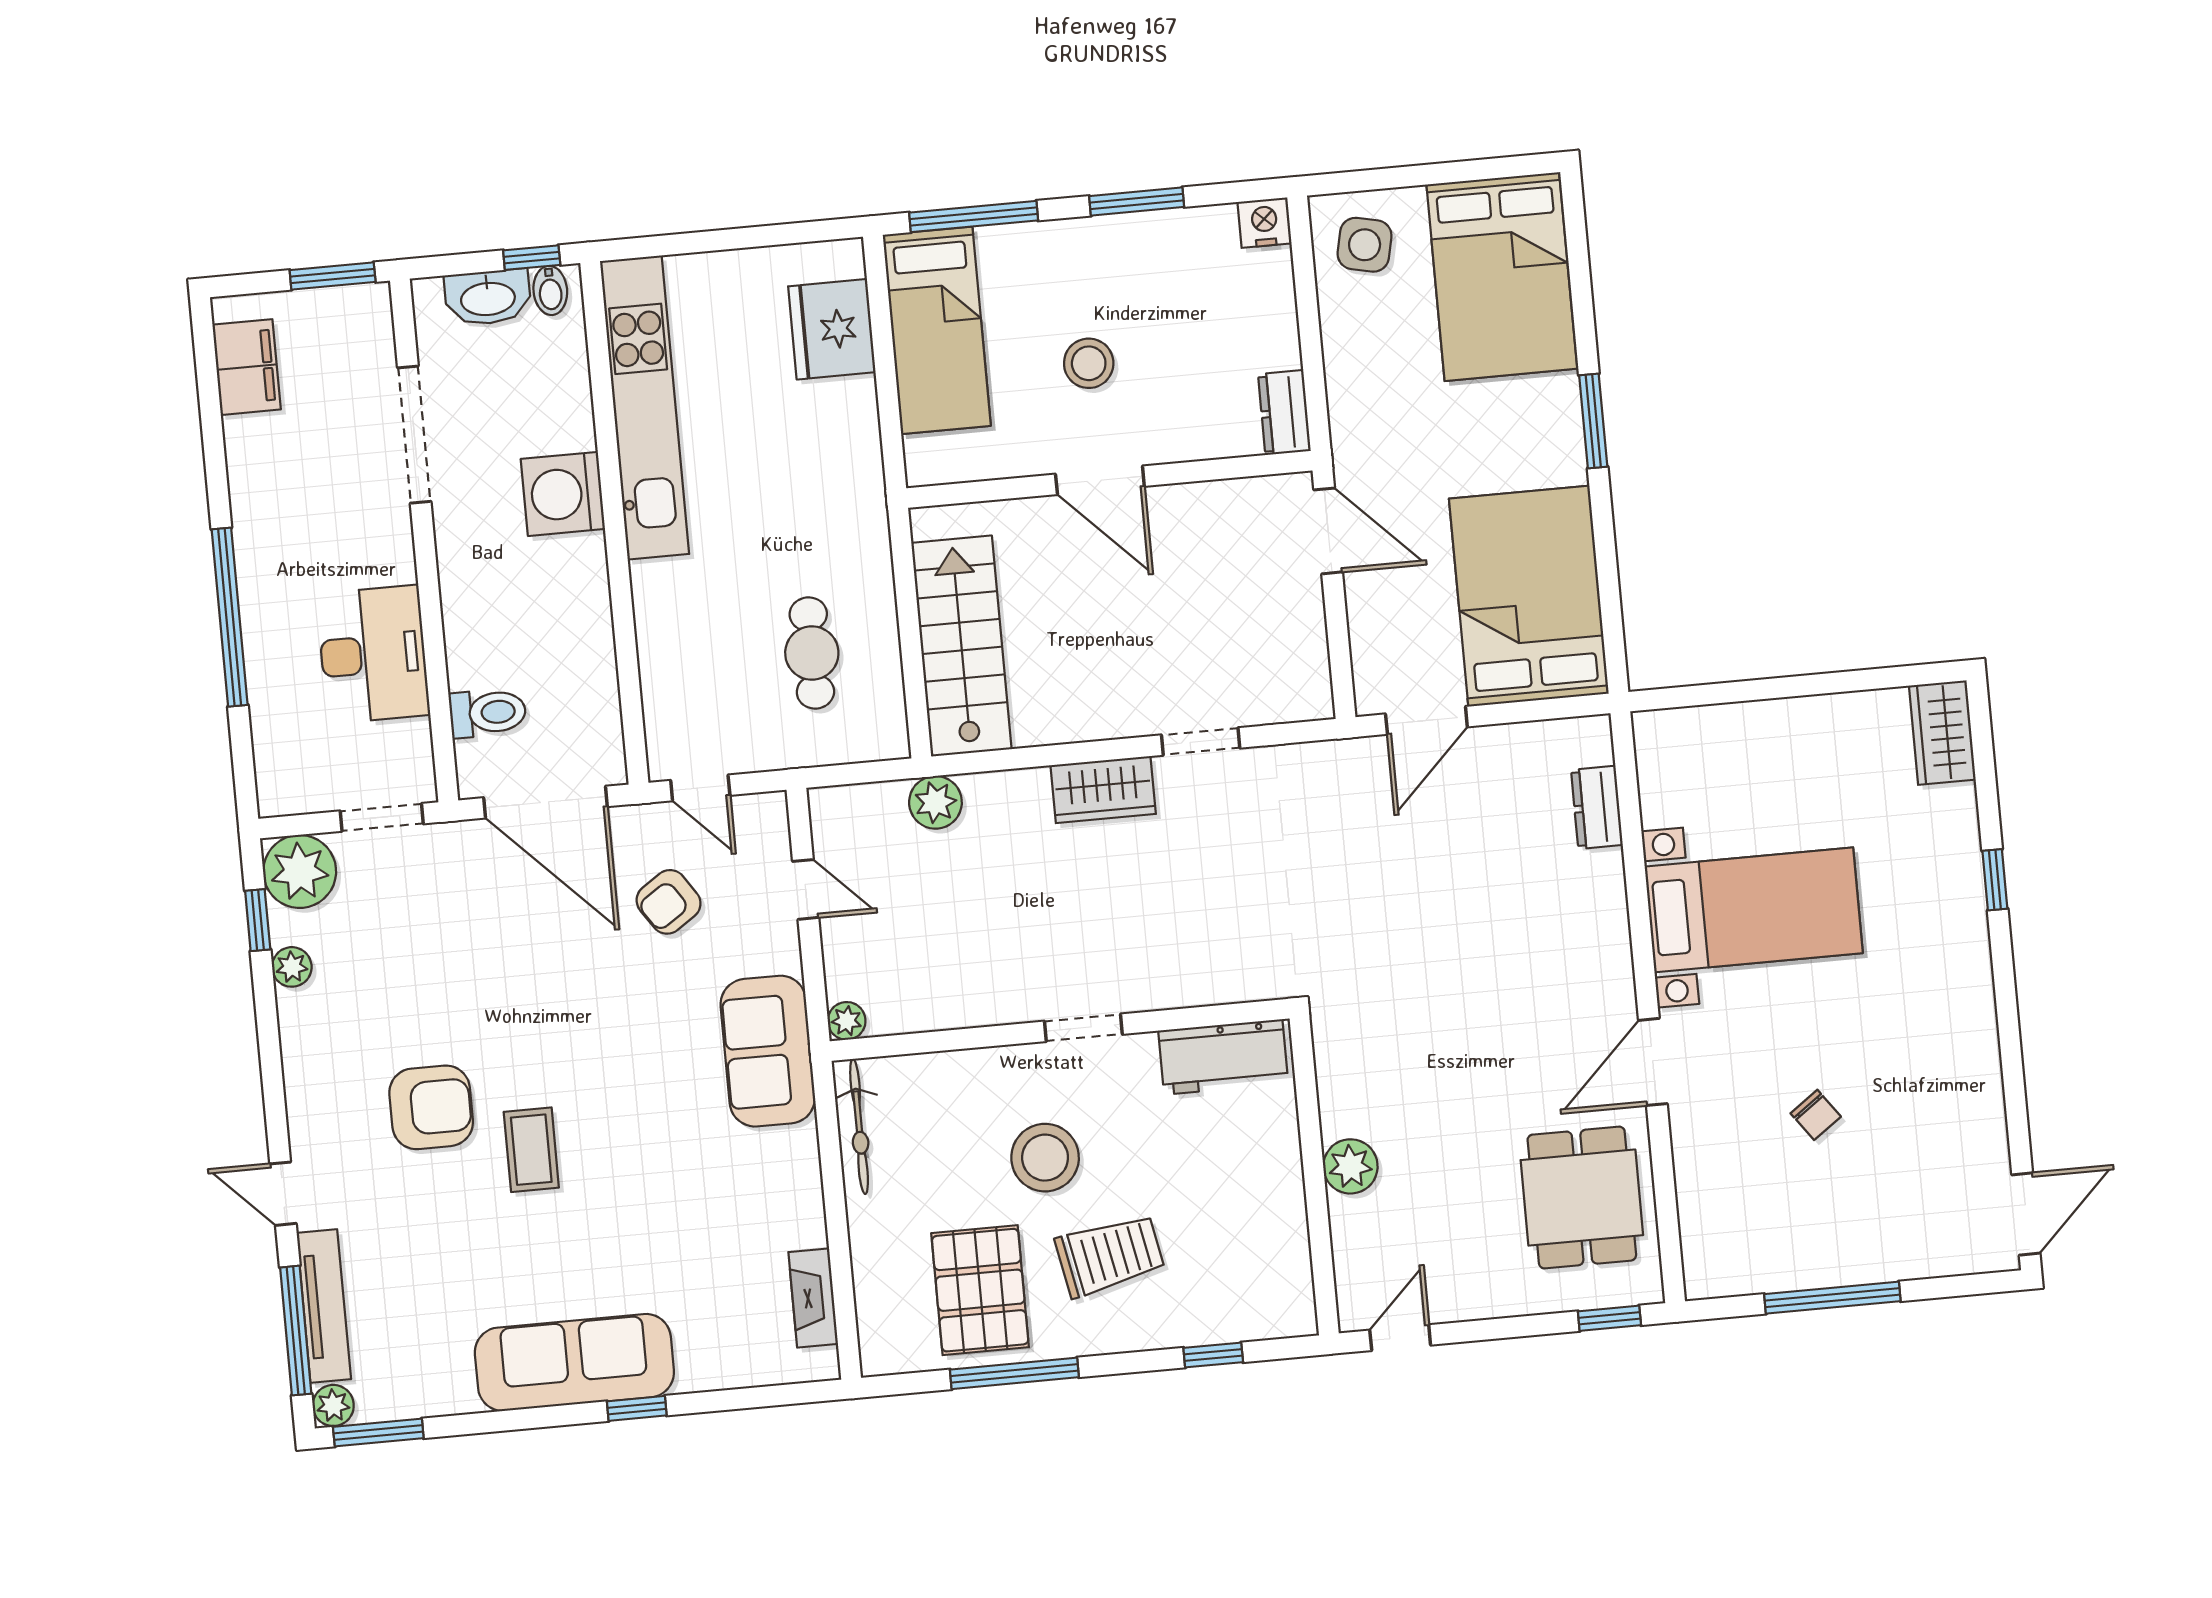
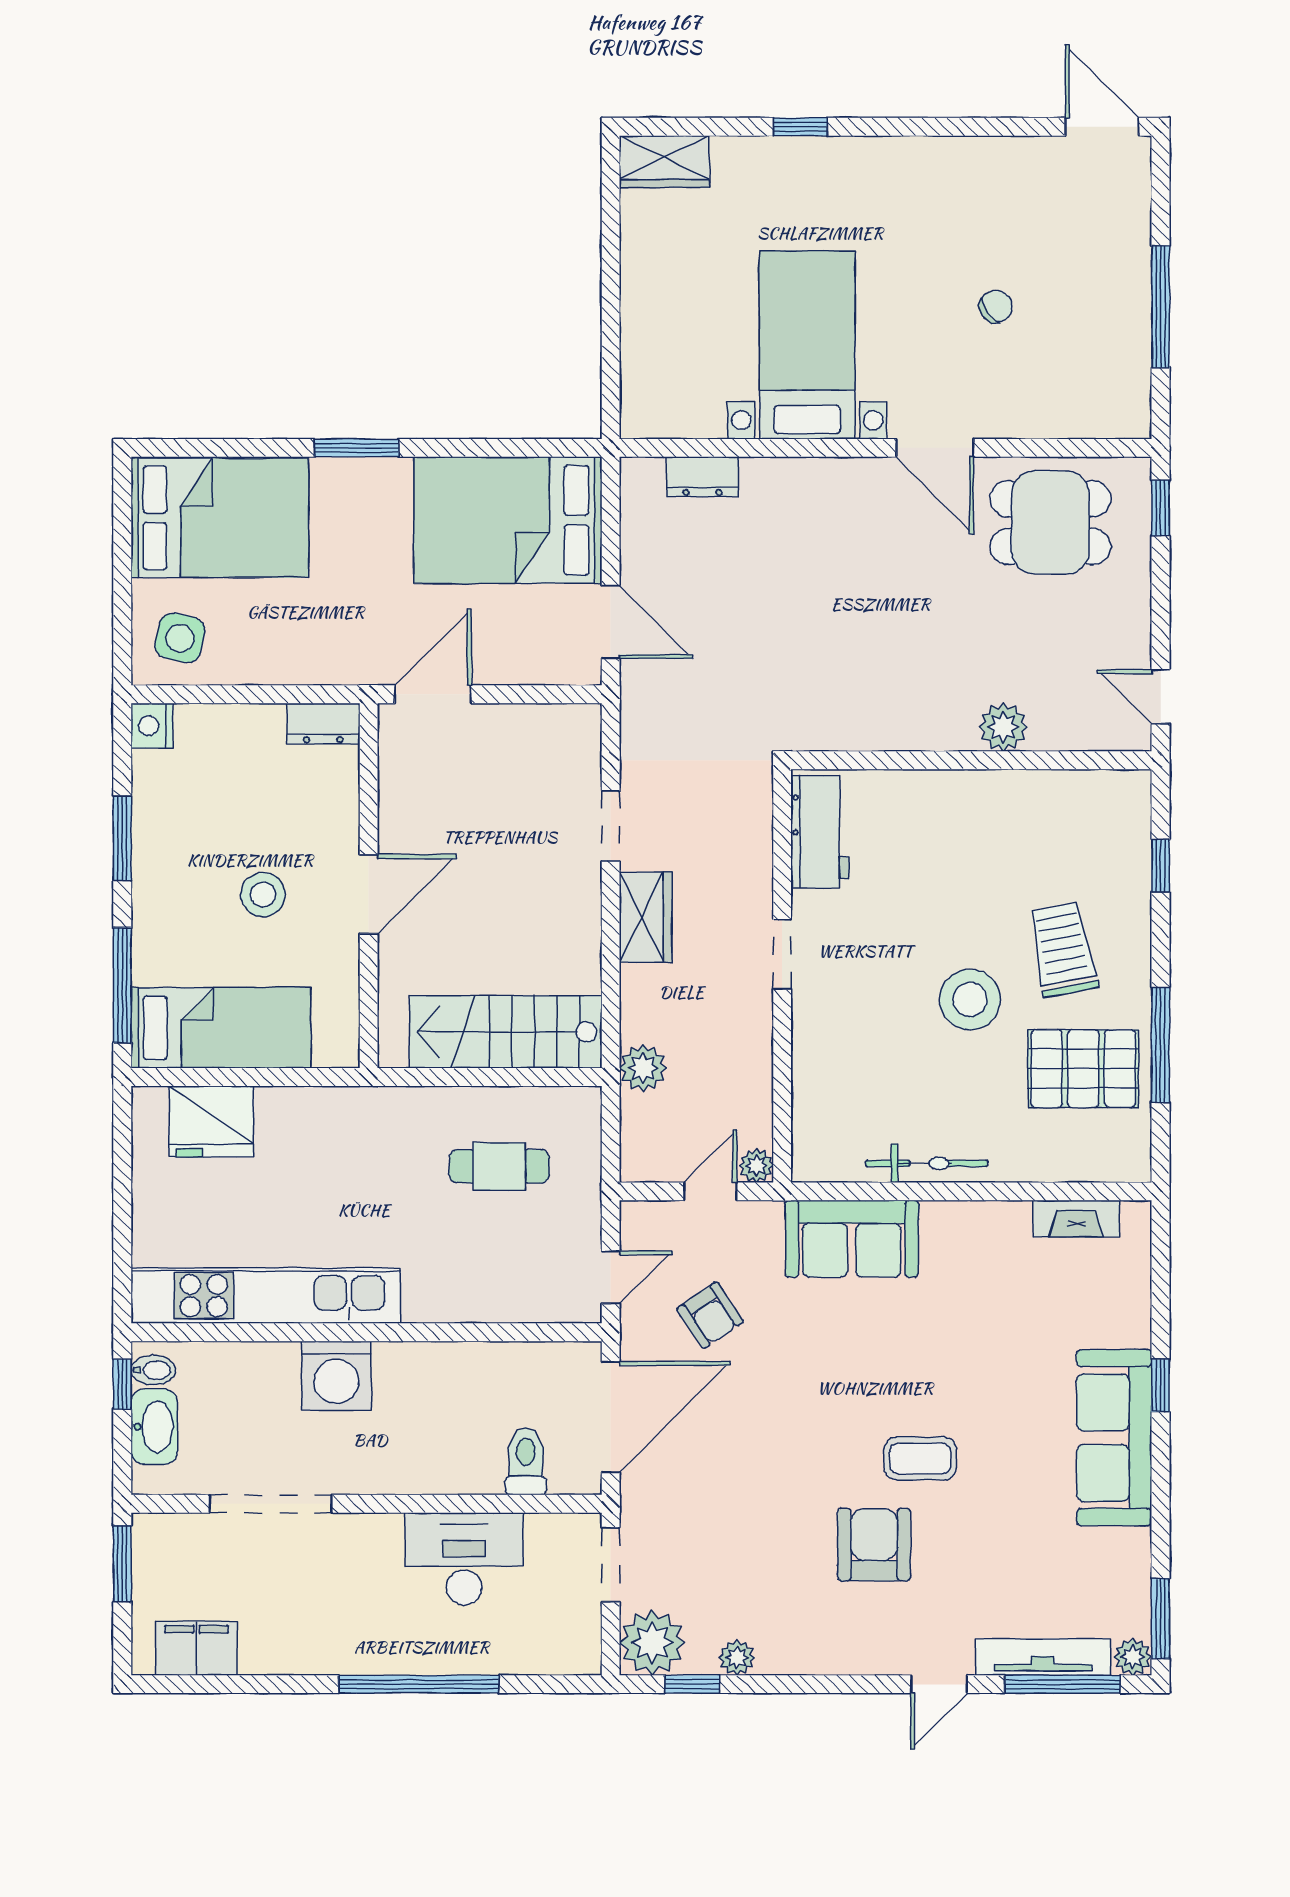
plant: (847, 1021) -> (756, 1166), moved
doorway: (1083, 1028) -> (782, 954), moved
wall: (1060, 1030) -> (782, 976), moved
workbench: (1223, 1057) -> (820, 832), moved

